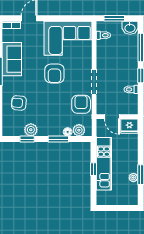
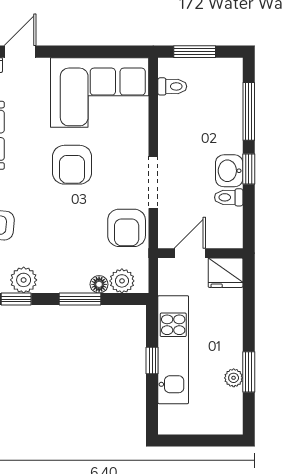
washbasin: (130, 28) -> (229, 171), moved, turned 90
armchair: (81, 104) -> (127, 228), turned 180
door: (112, 117) -> (190, 253), swing flipped

